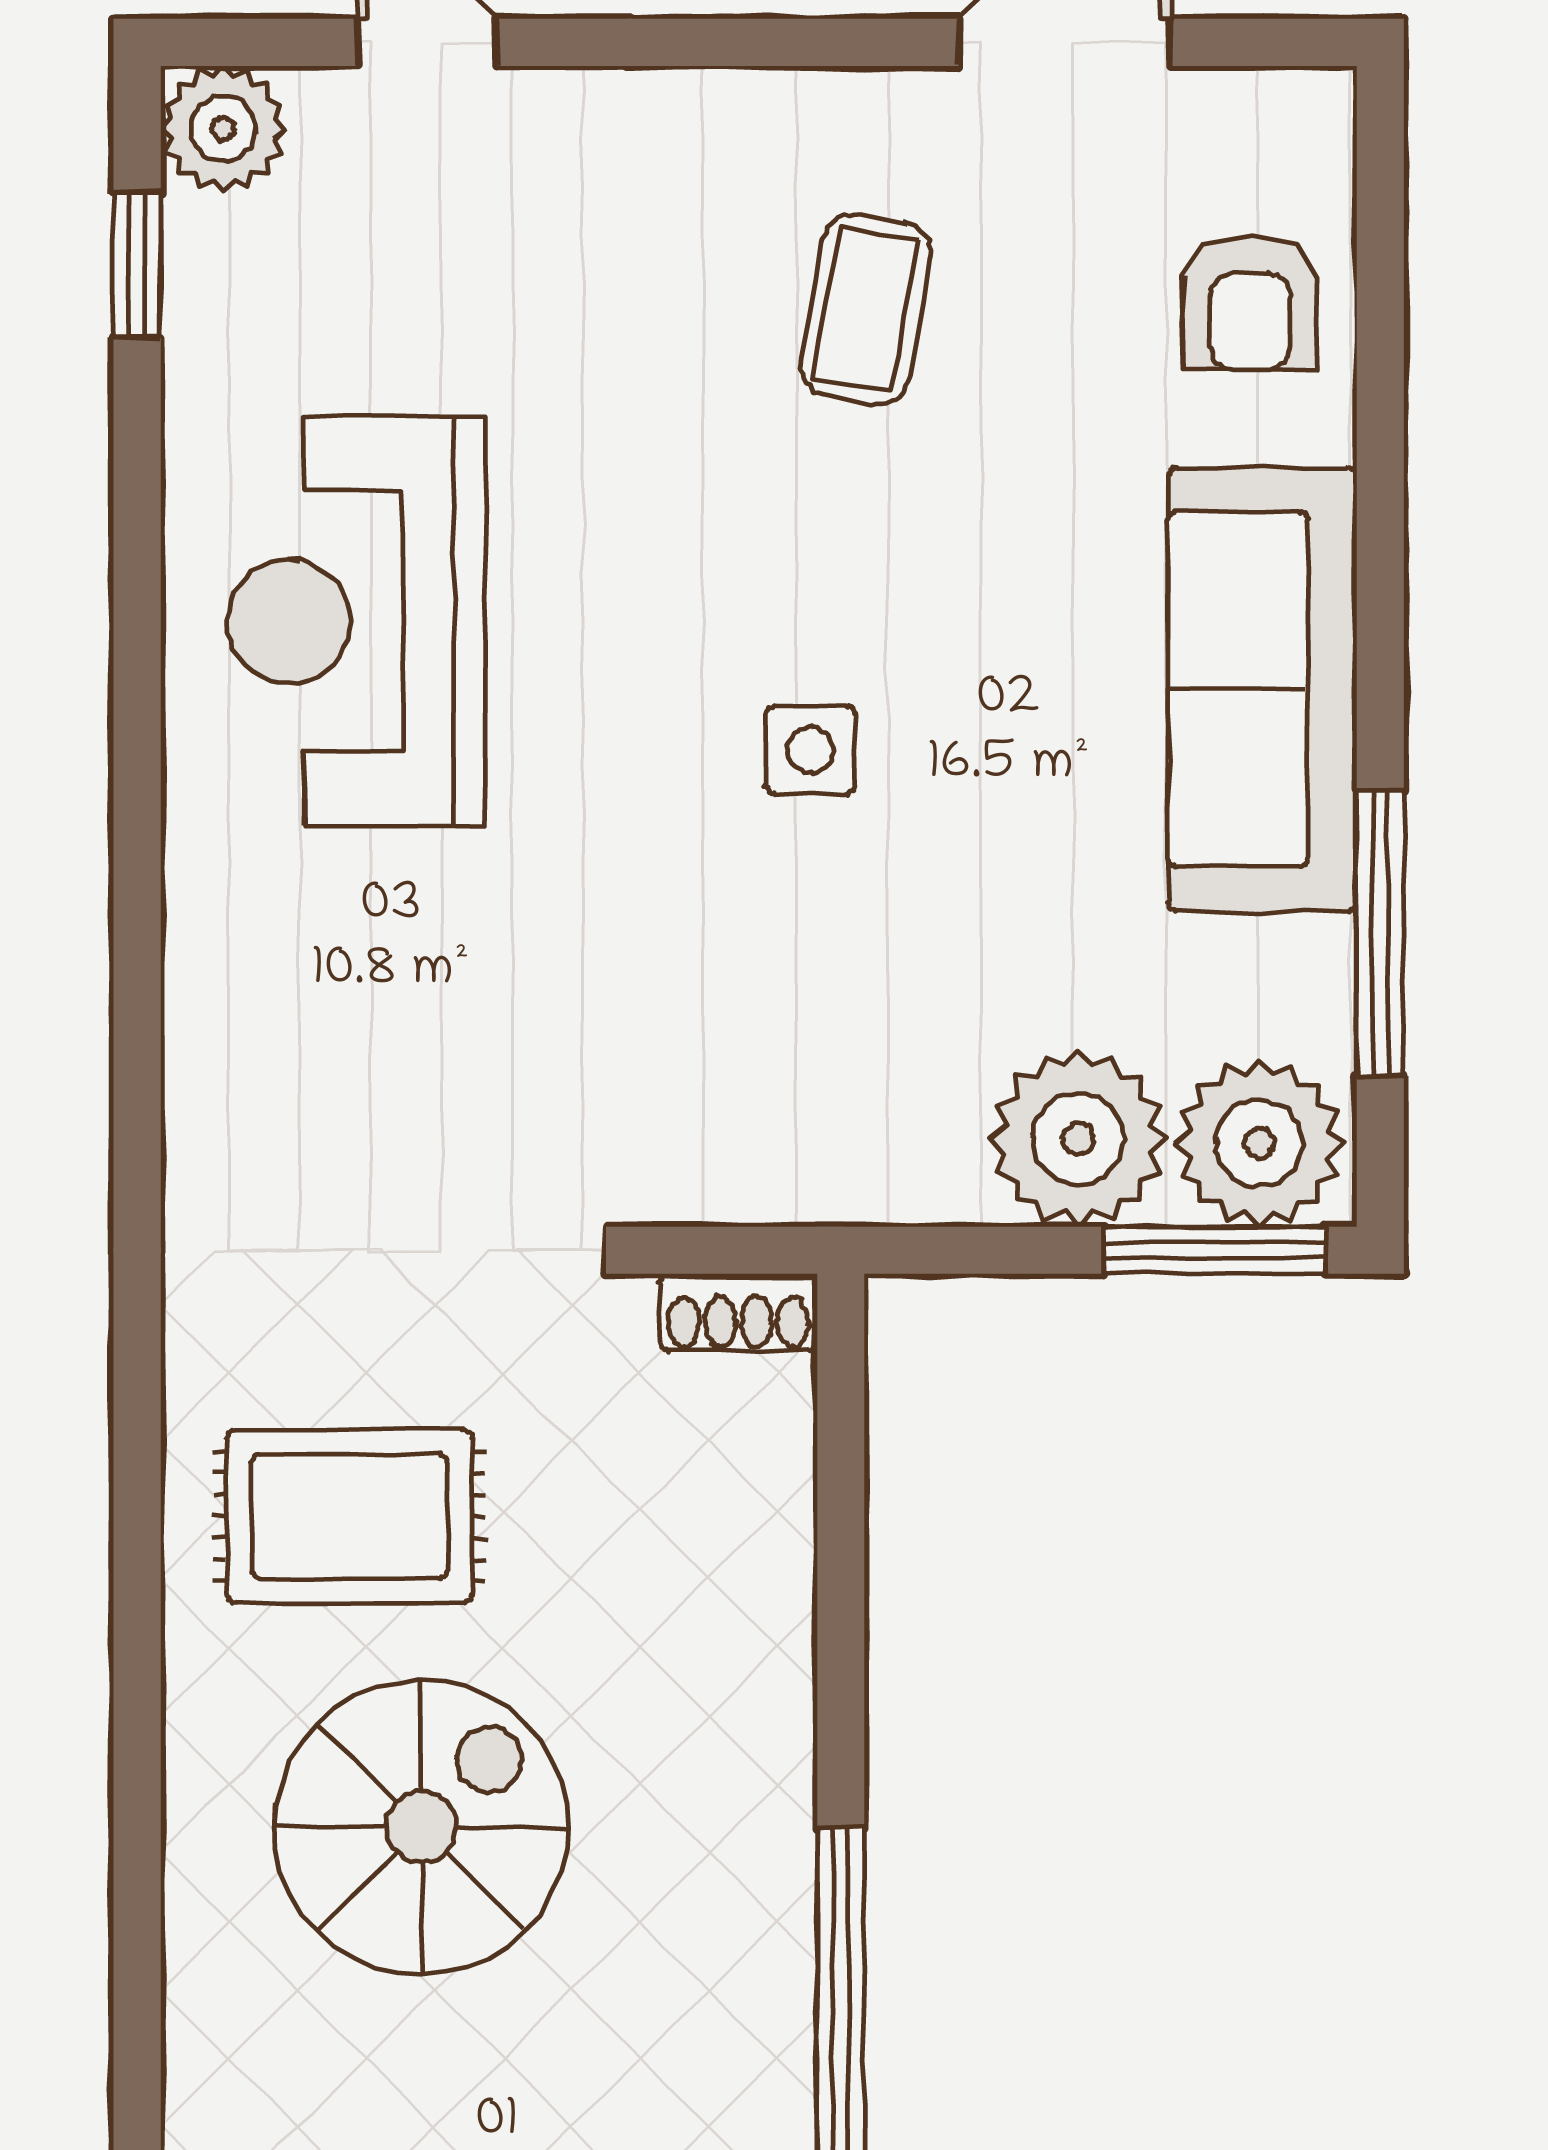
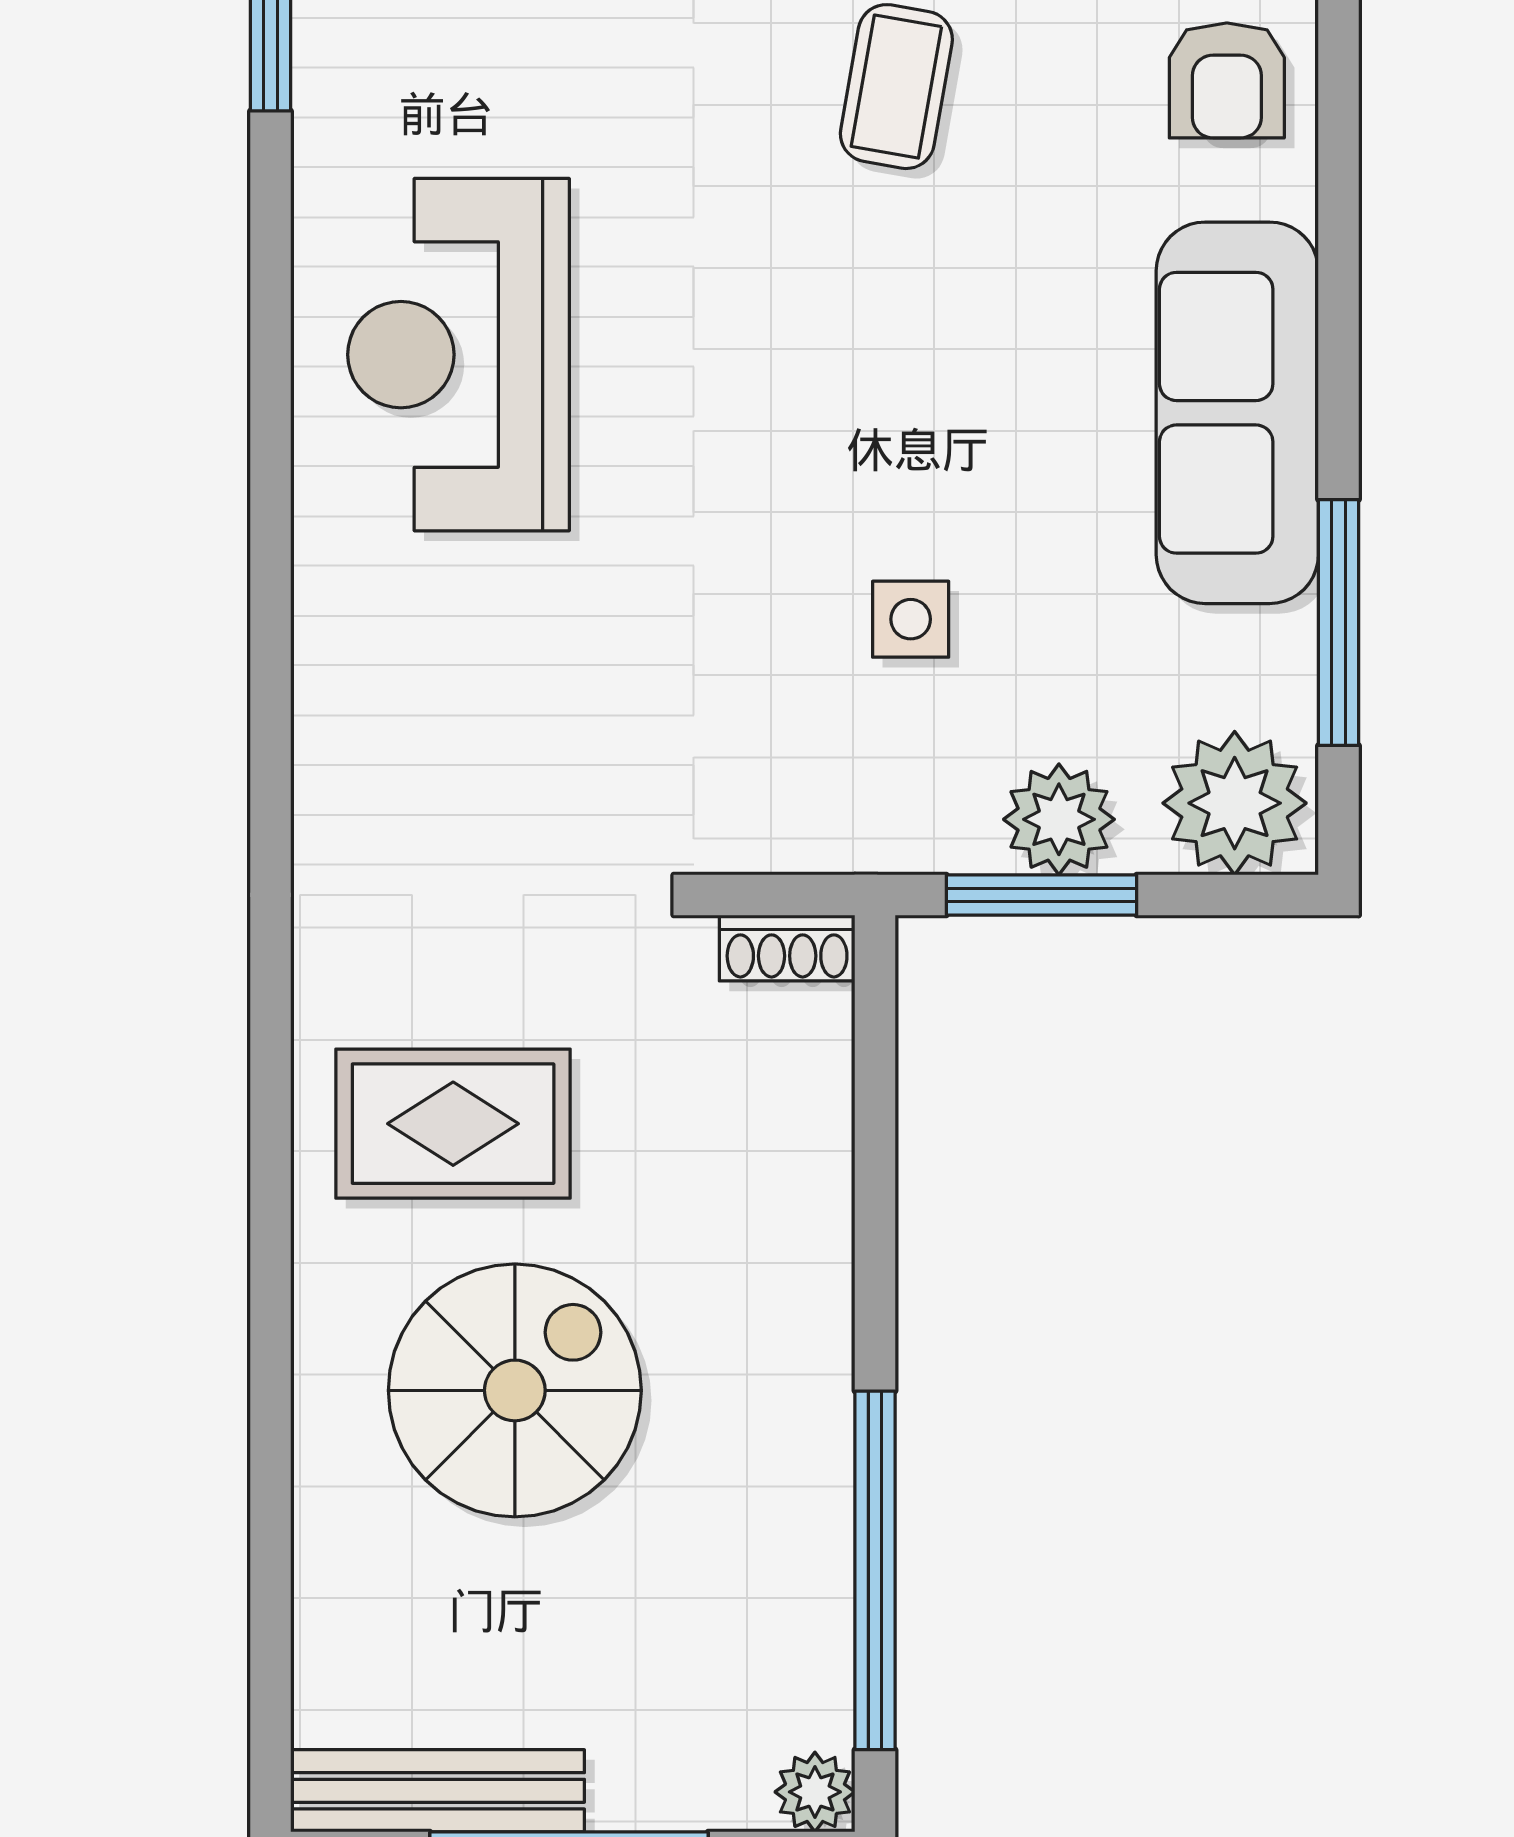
side table: (810, 750) -> (911, 619), moved
plant: (1078, 1139) -> (1059, 819), width x0.73, depth x0.73
window: (1214, 1250) -> (1042, 895), moved

